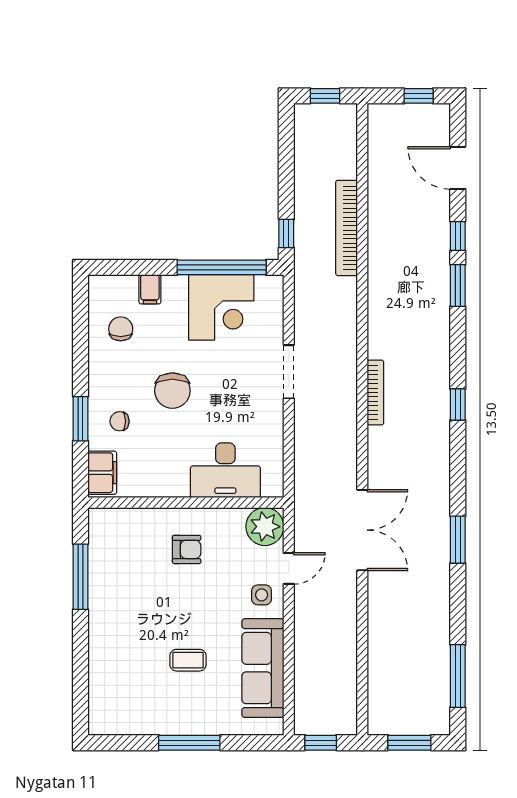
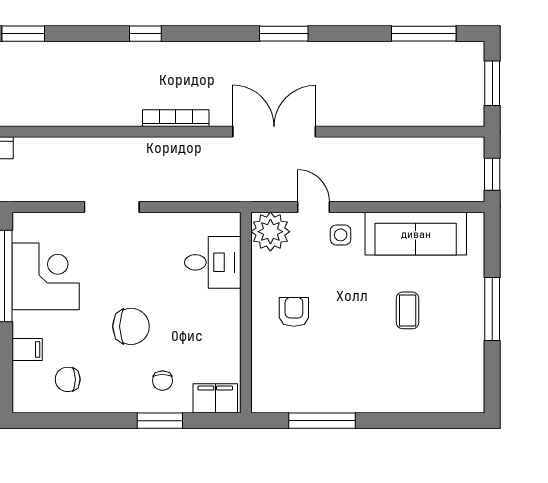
bookcase: (375, 392) -> (176, 118), moved
desk: (225, 470) -> (213, 262), width x0.73

